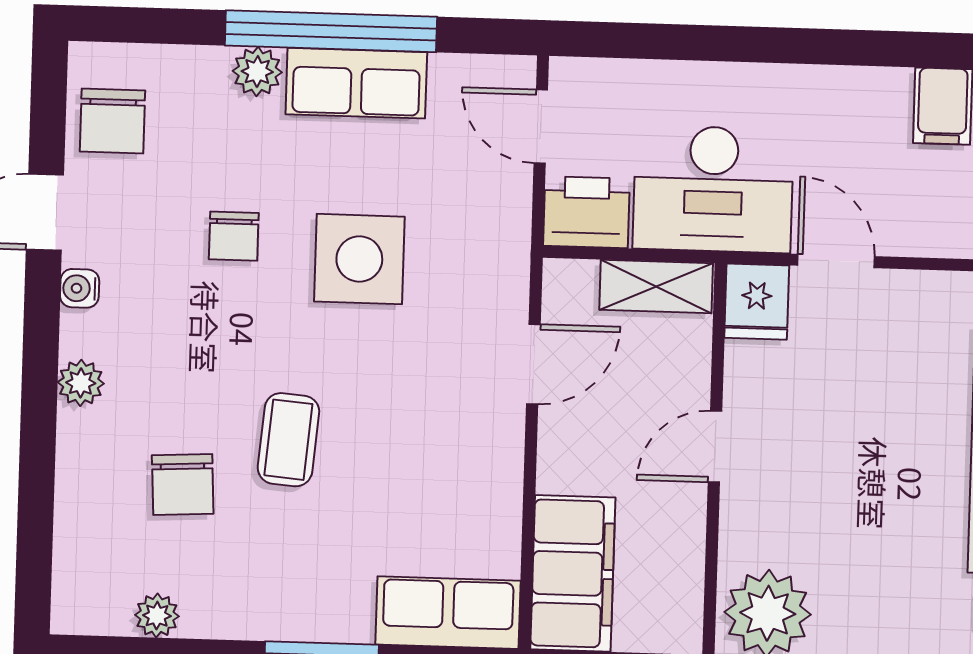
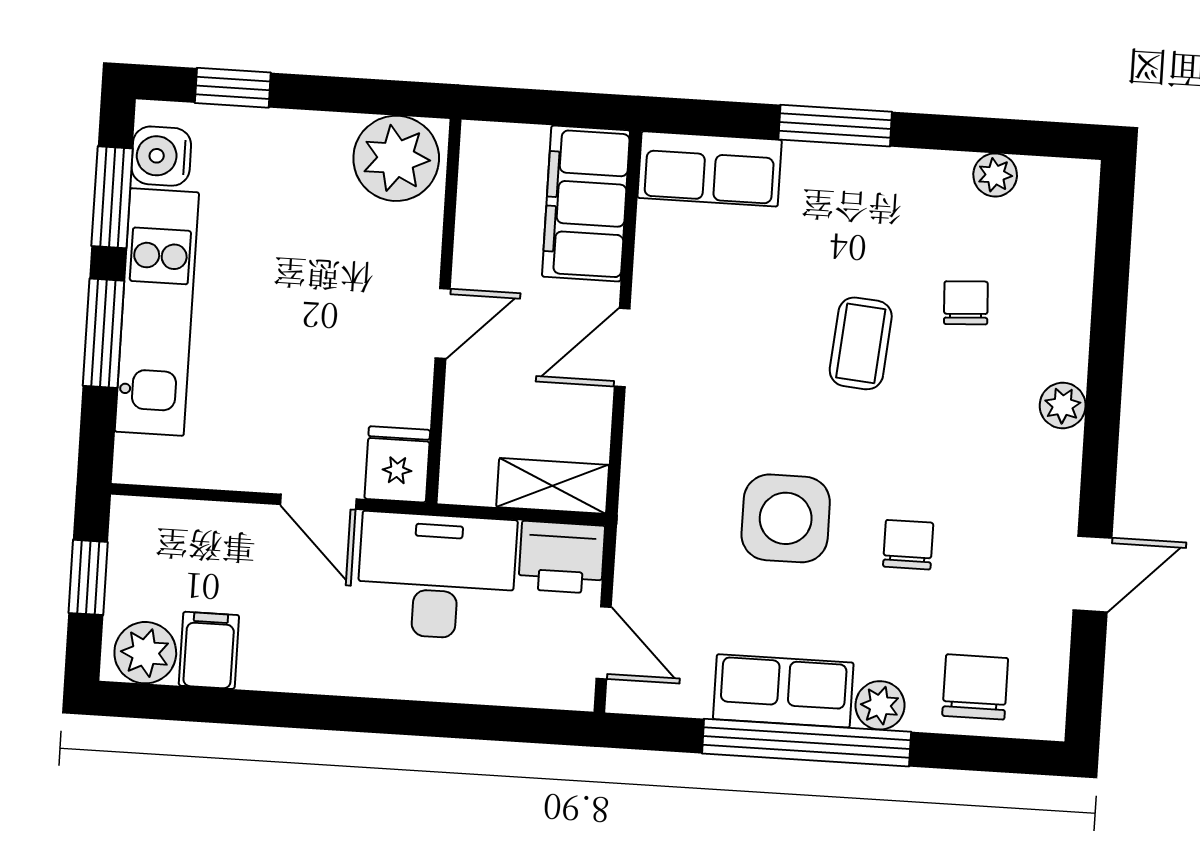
chair: (112, 121) -> (975, 687), moved
shelving: (656, 286) -> (553, 486), moved
water cooler: (80, 288) -> (1061, 498), removed
door: (533, 364) -> (622, 348), moved
chair: (183, 484) -> (966, 303), width x0.73, depth x0.73

